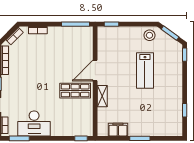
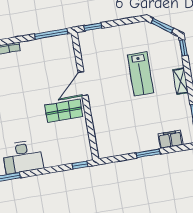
stool: (149, 35) -> (139, 32), removed
shelving: (102, 96) -> (181, 81), moved
filing cabinet: (118, 130) -> (170, 139), moved

